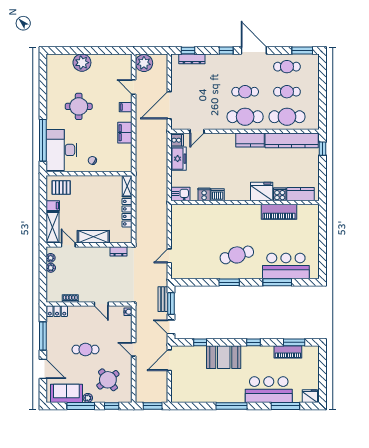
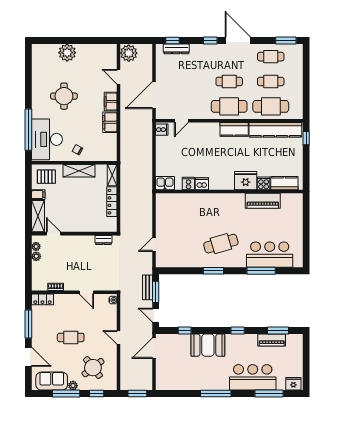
filing cabinet: (126, 107) -> (111, 101), width x2.00
freezer: (179, 159) -> (163, 148), removed
shelving: (93, 237) -> (79, 171), moved

